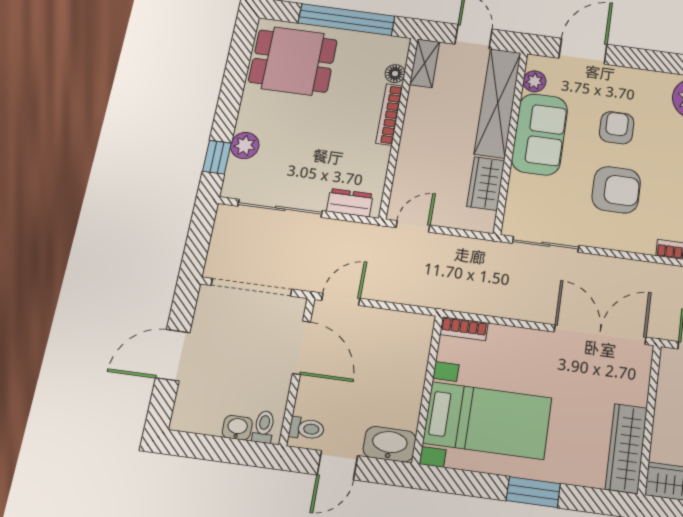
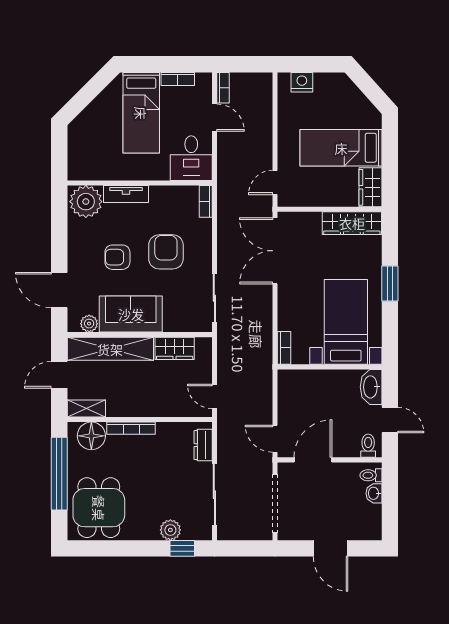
floor lamp: (395, 74) -> (91, 436), width x1.89, depth x1.89

